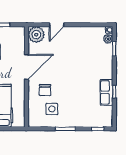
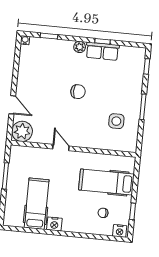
plant: (108, 39) -> (80, 47), moved
door: (26, 67) -> (61, 148), width x0.53
chair: (45, 90) -> (78, 92), moved

